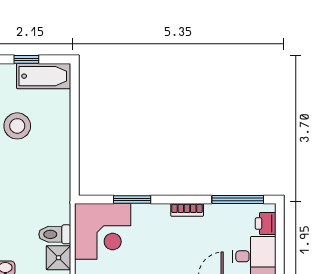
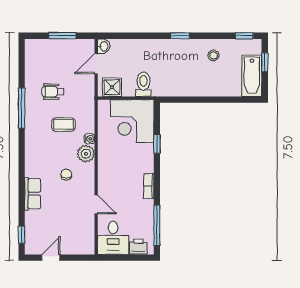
stool: (17, 126) -> (214, 55), width x0.53, depth x0.53
window: (132, 199) -> (157, 144), width x0.67
toilet: (55, 234) -> (143, 84), moved

